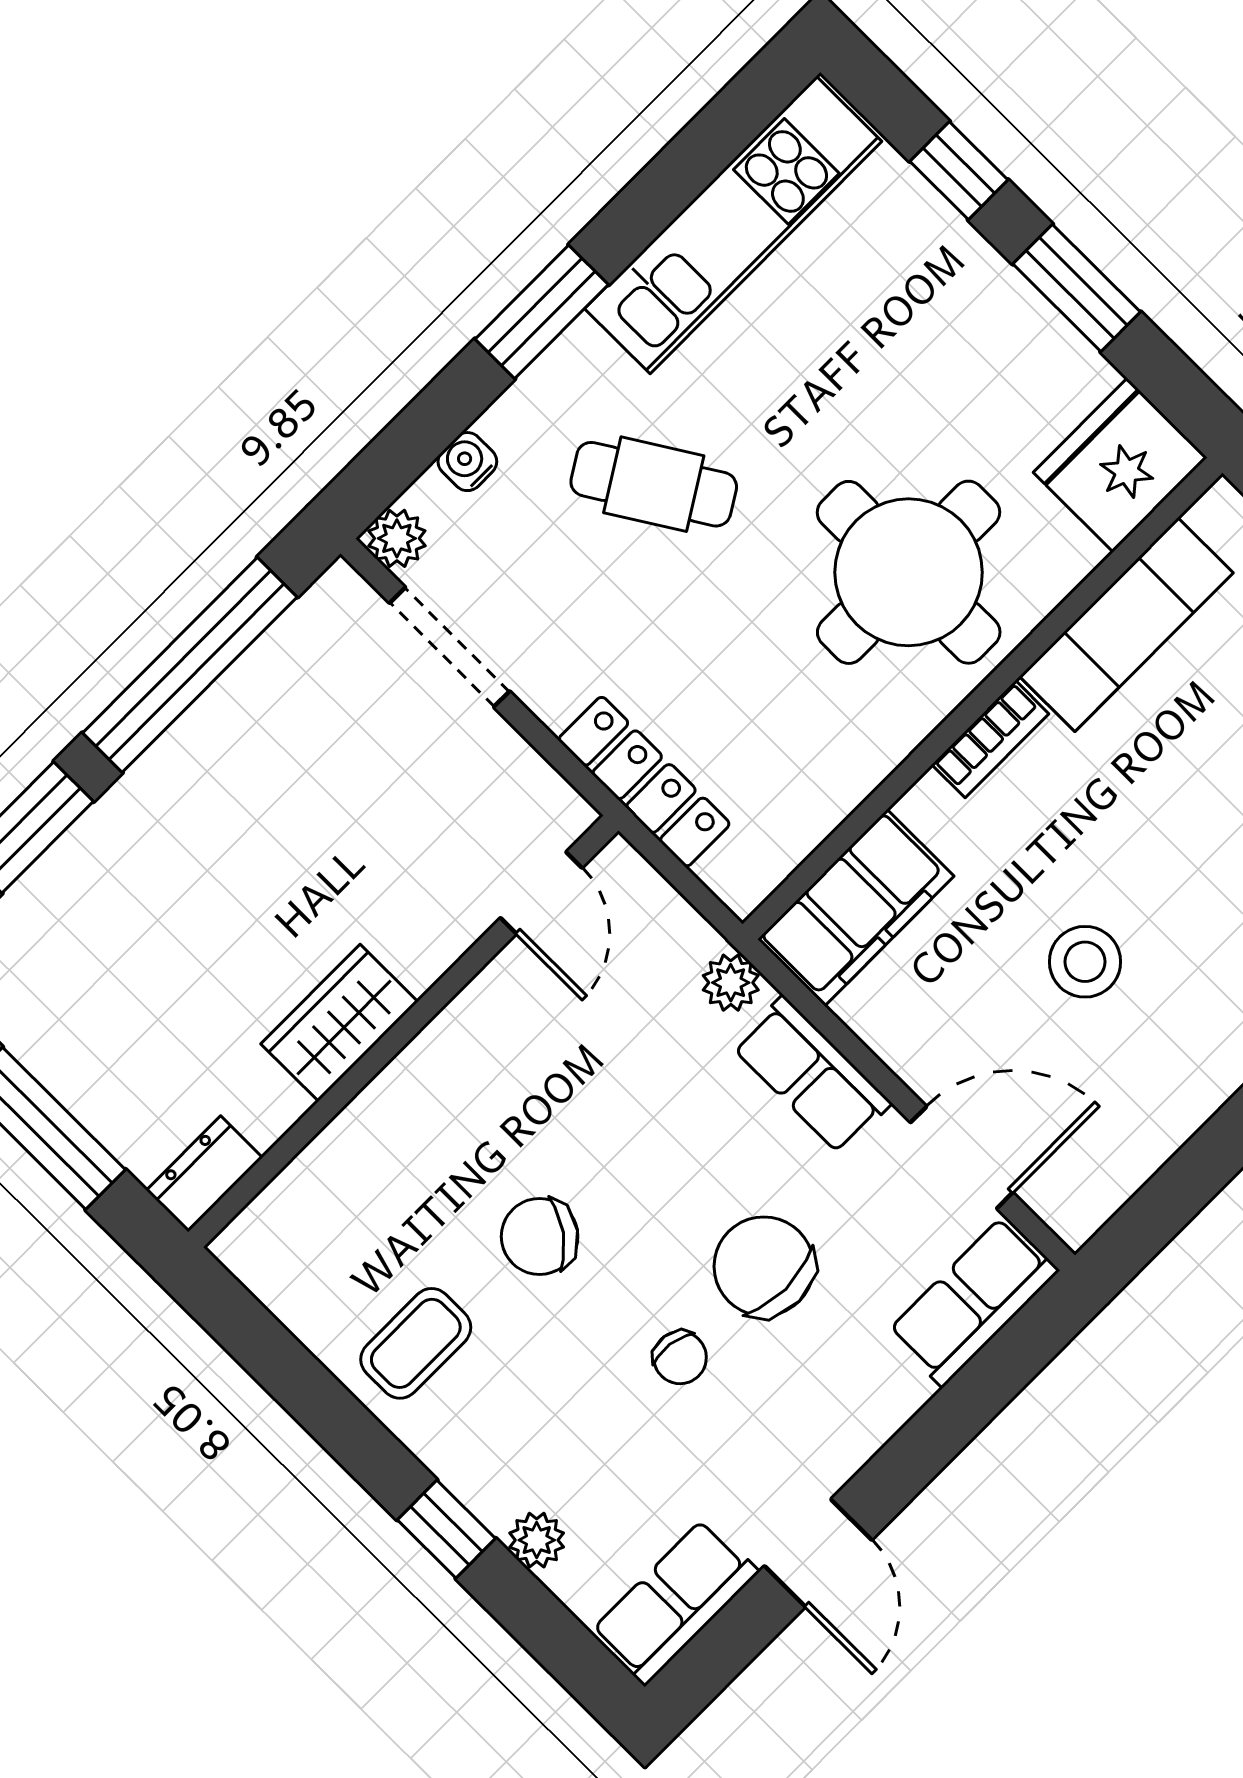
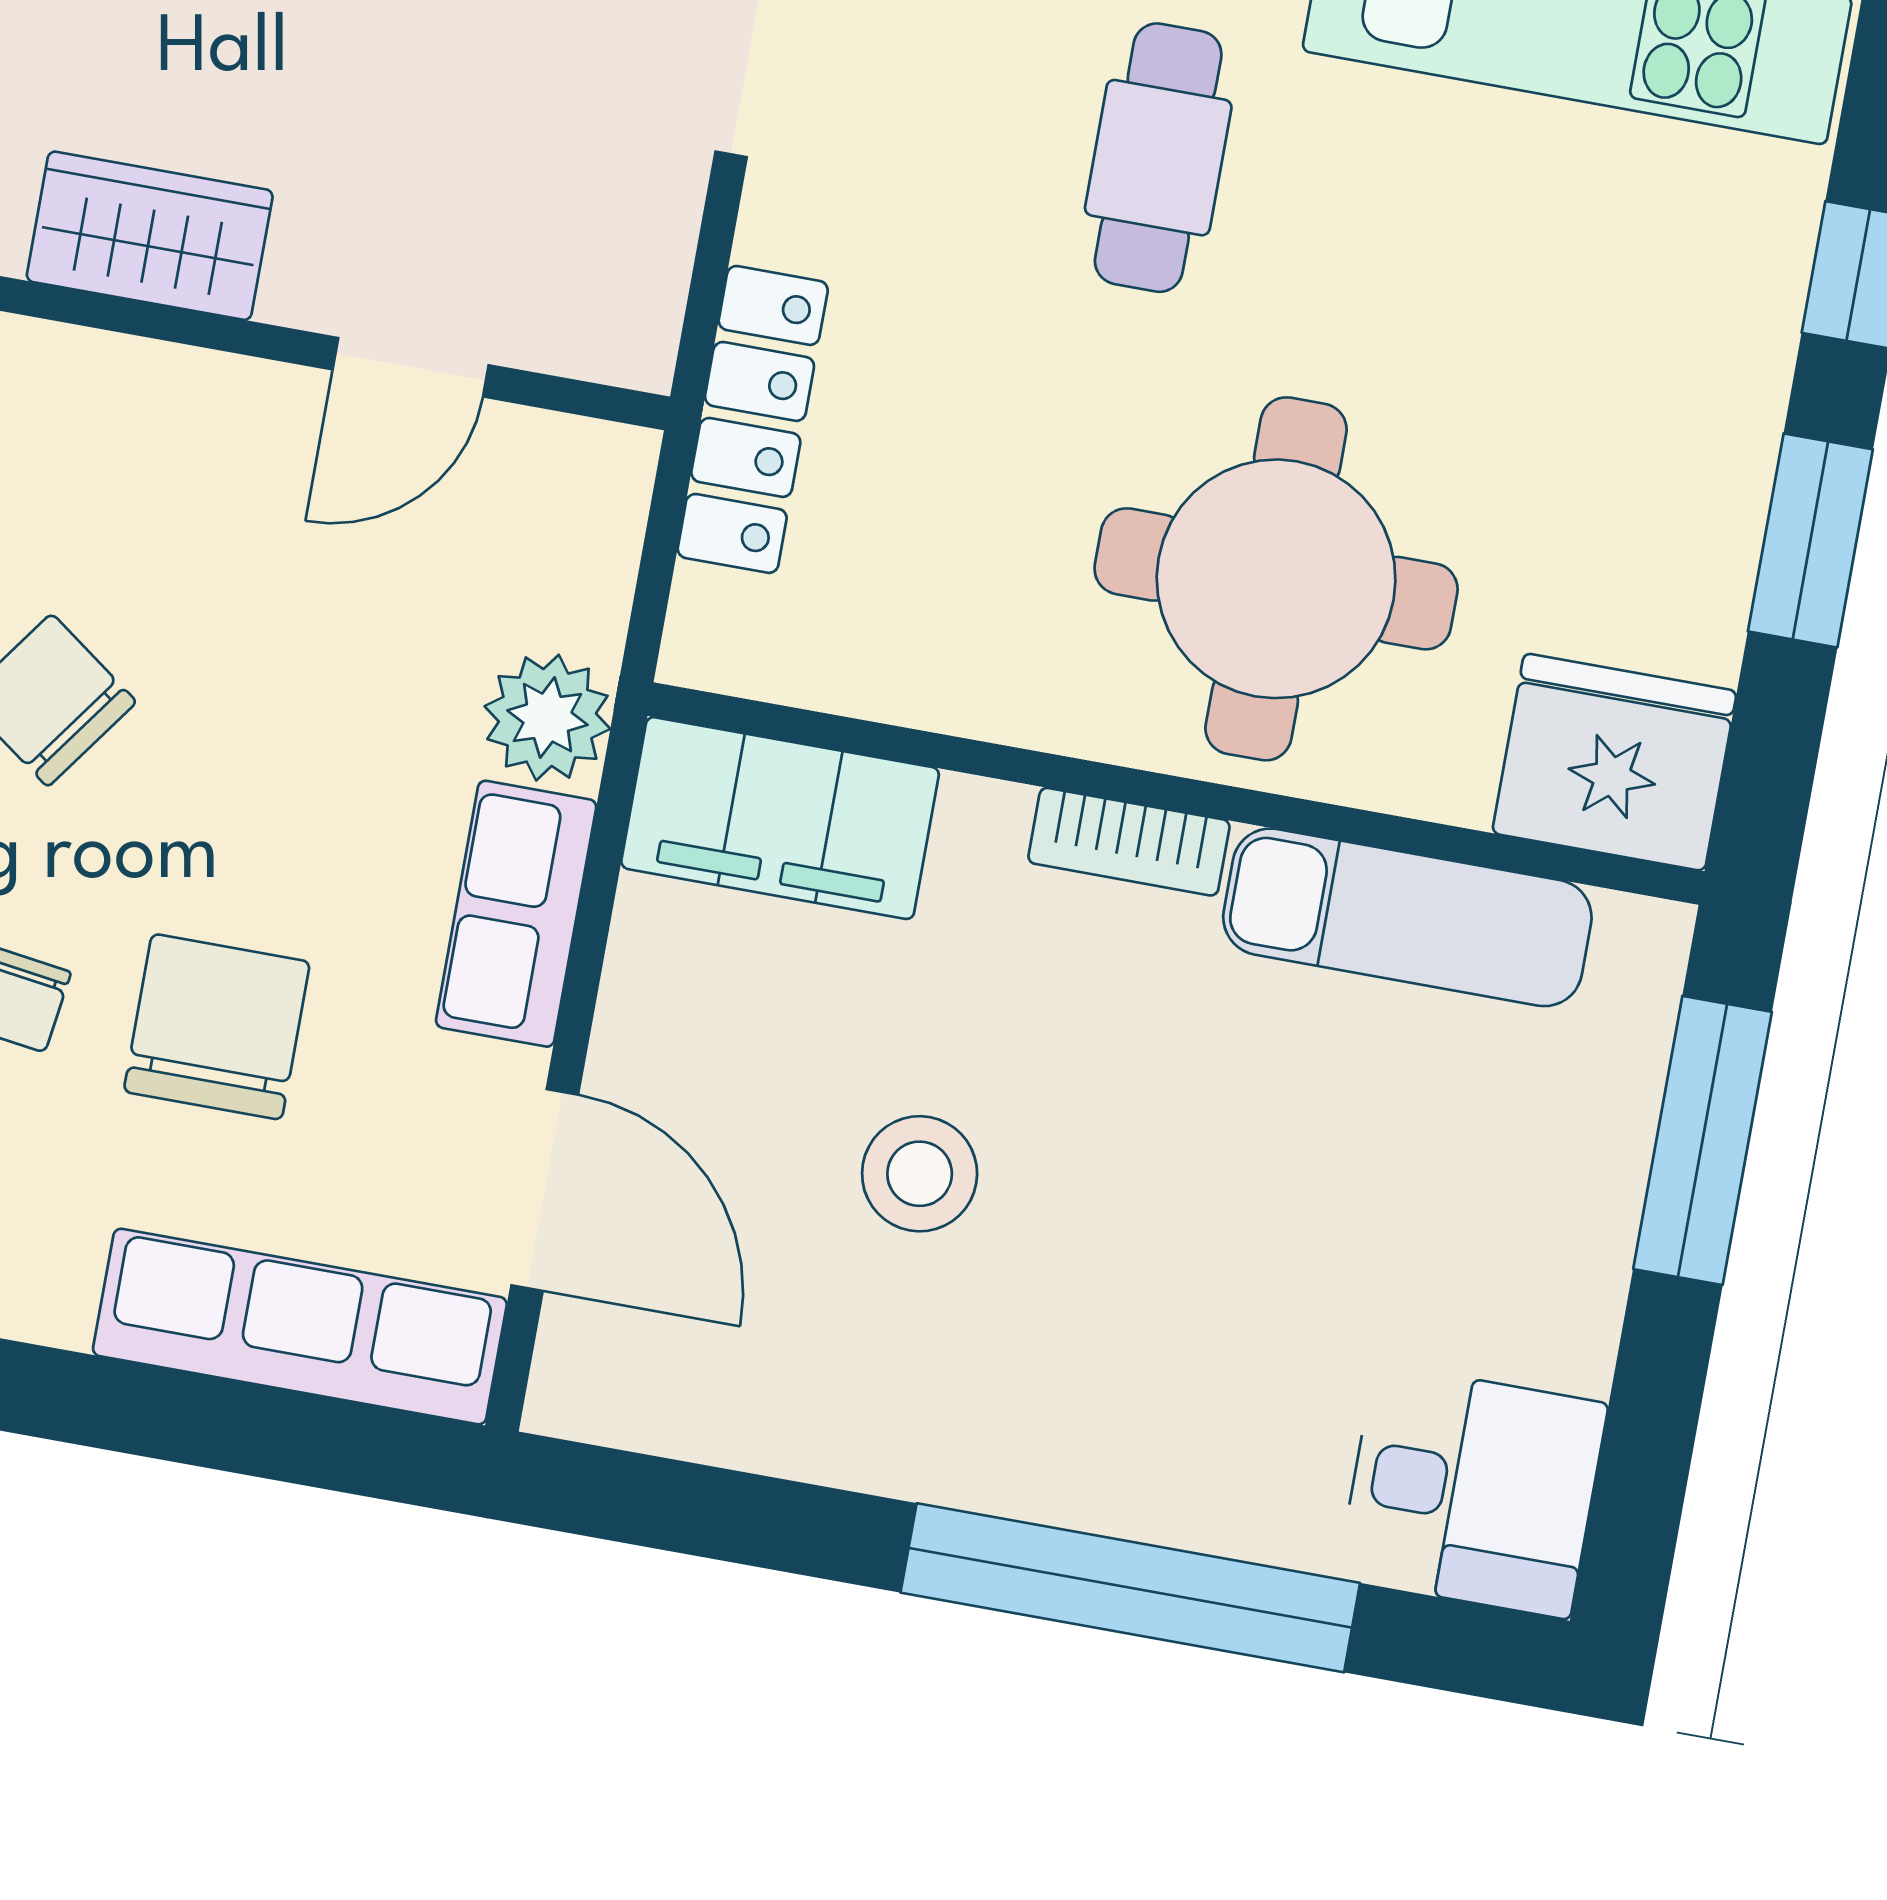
cafe table: (654, 484) -> (1158, 158), turned 32
door: (541, 893) -> (411, 367), moved
plant: (731, 983) -> (547, 718), width x1.38, depth x1.38
row of seats: (973, 1301) -> (300, 1327), width x1.48

